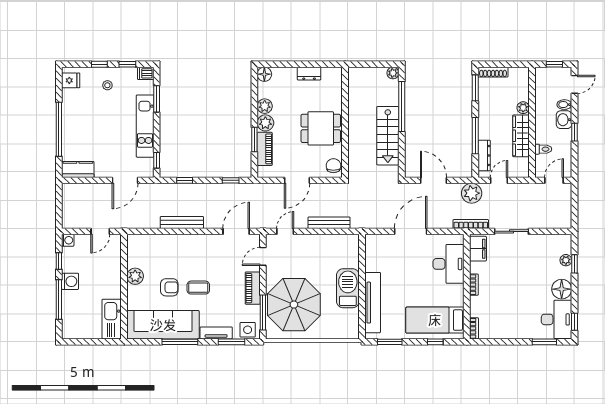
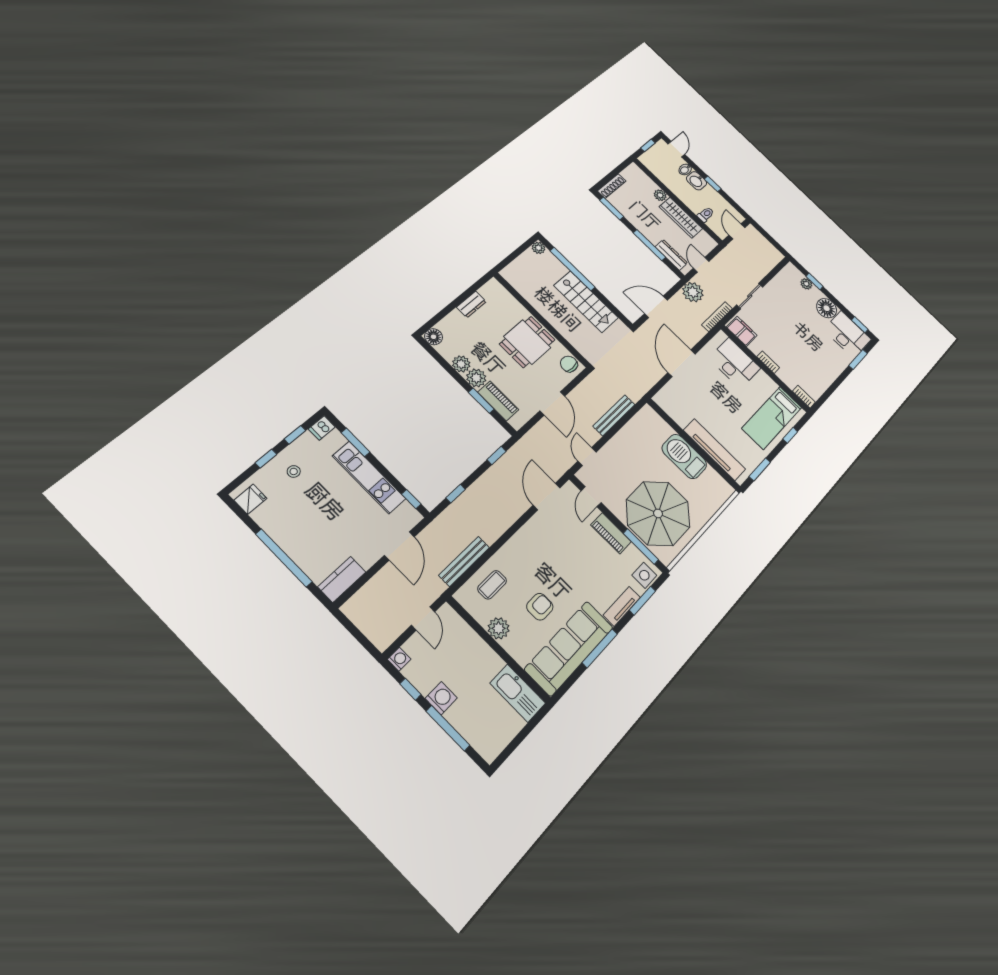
bench: (182, 223) -> (464, 561), moved
coffee table: (198, 288) -> (492, 585), moved

